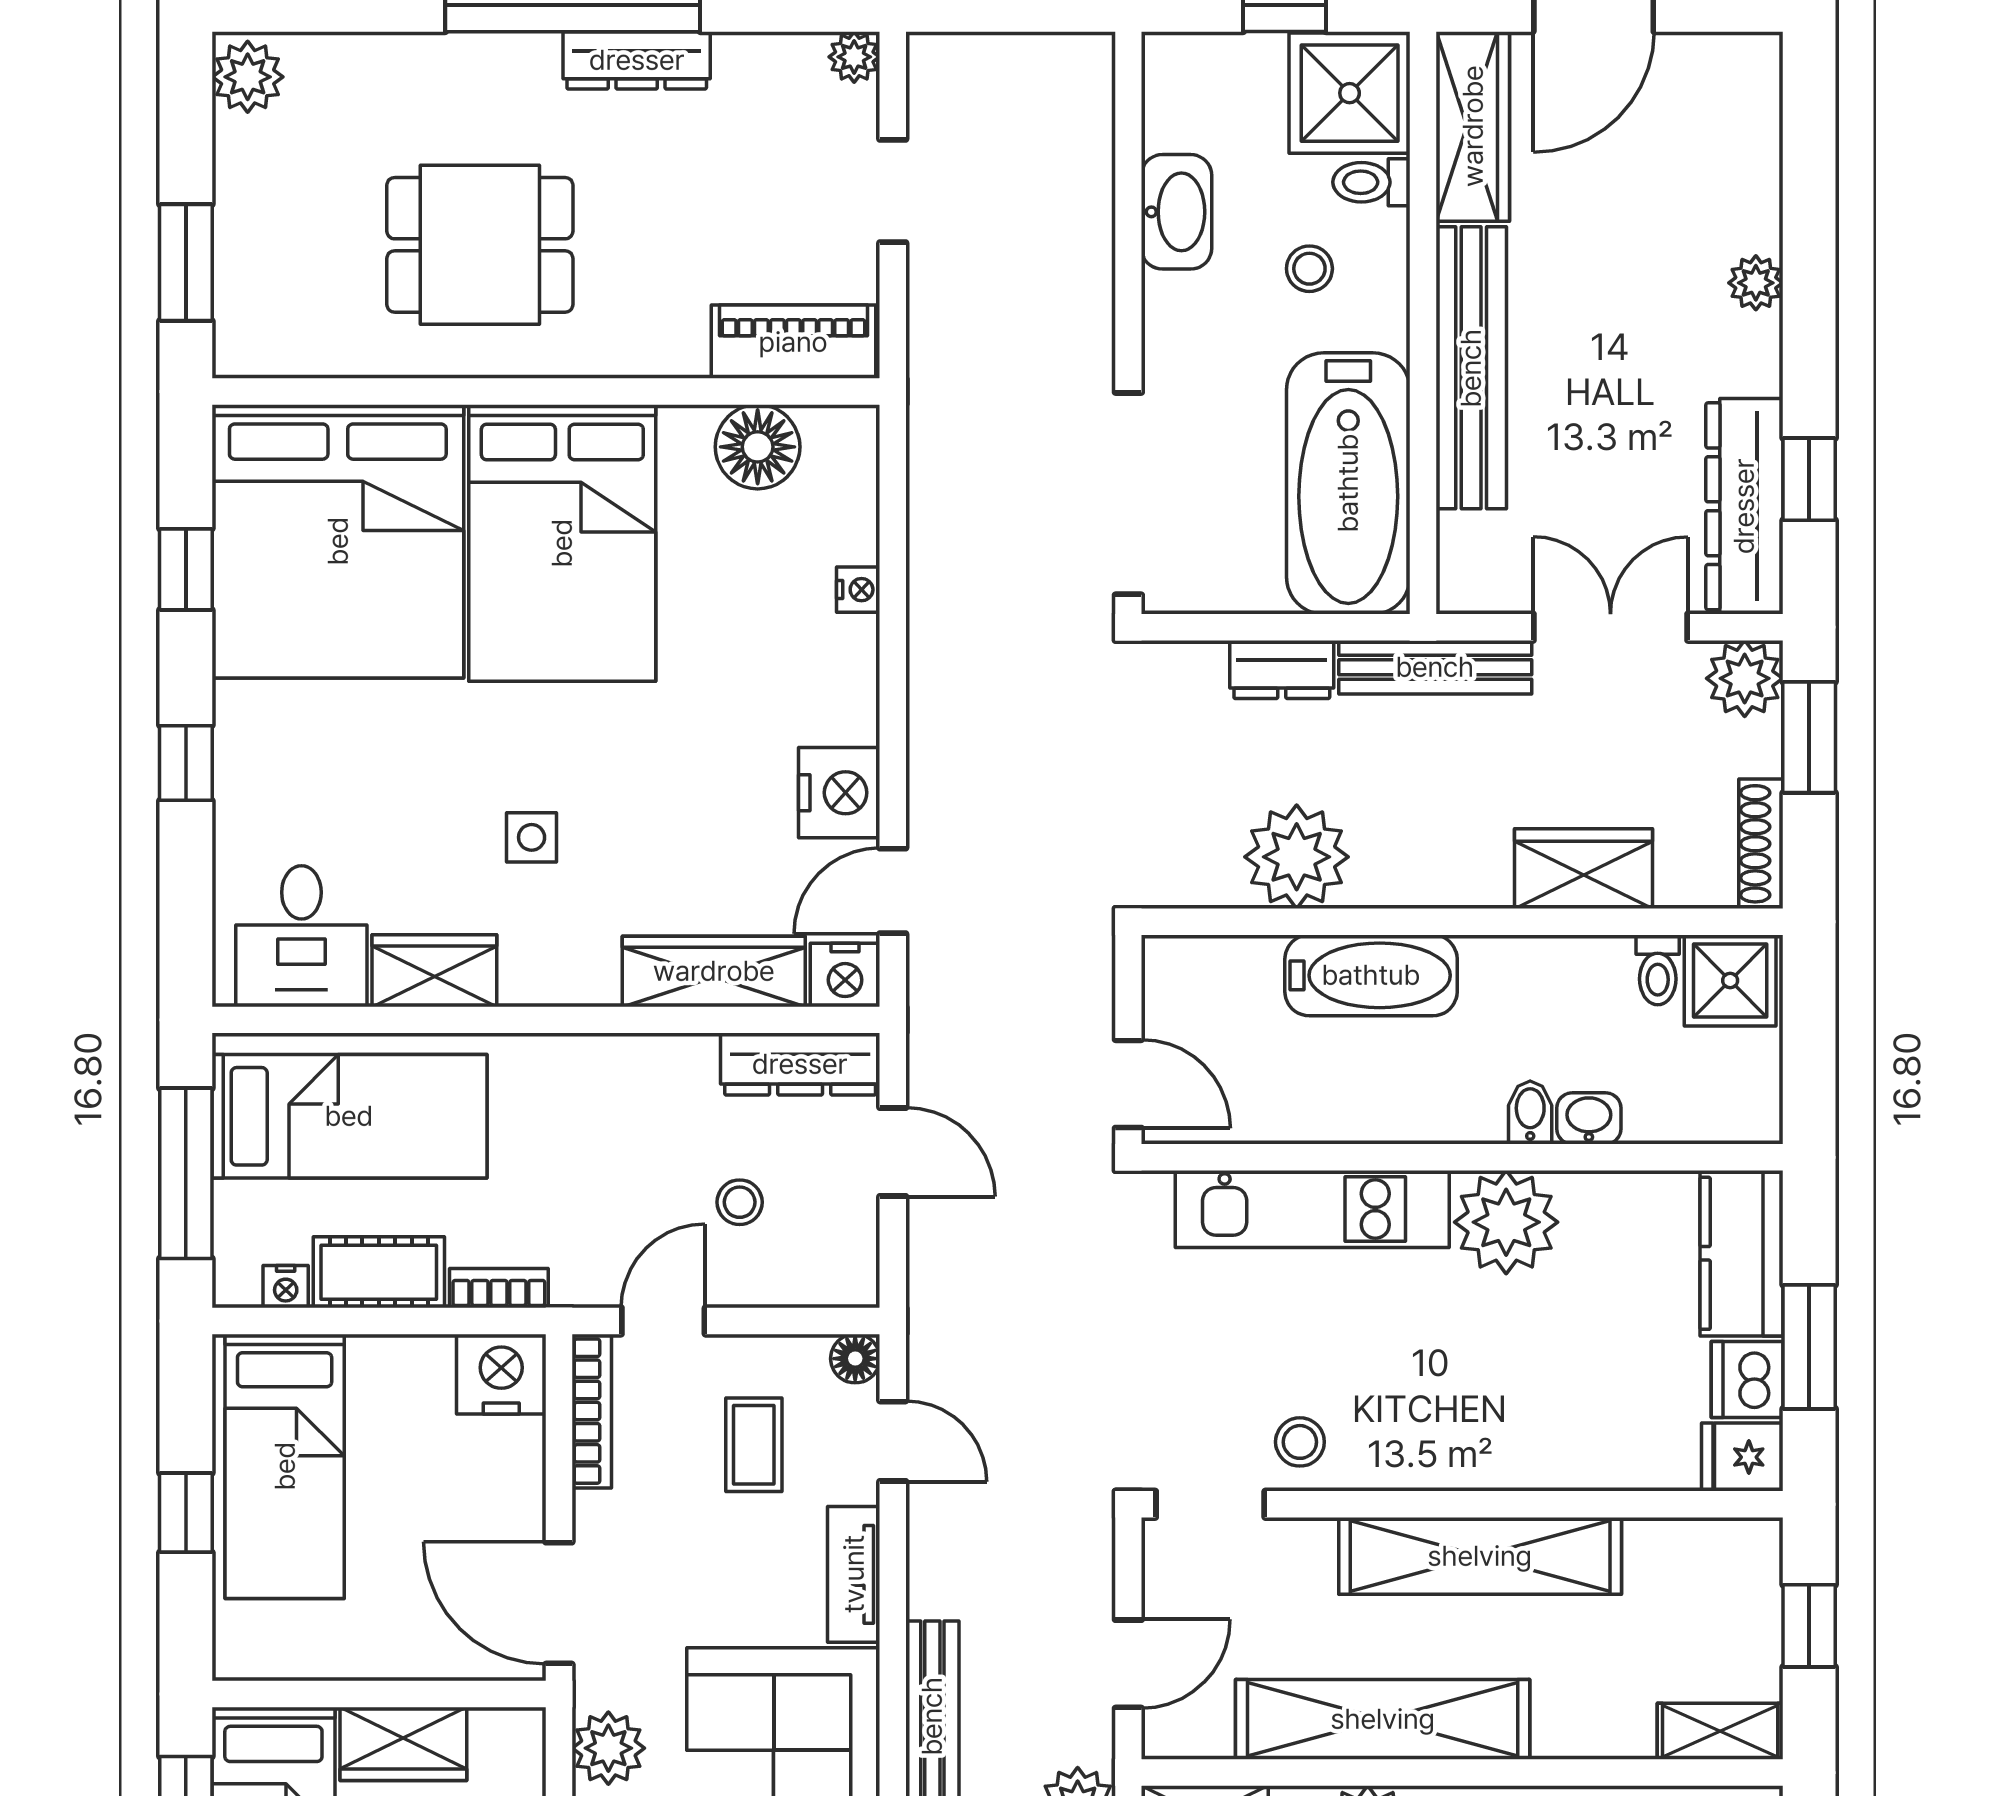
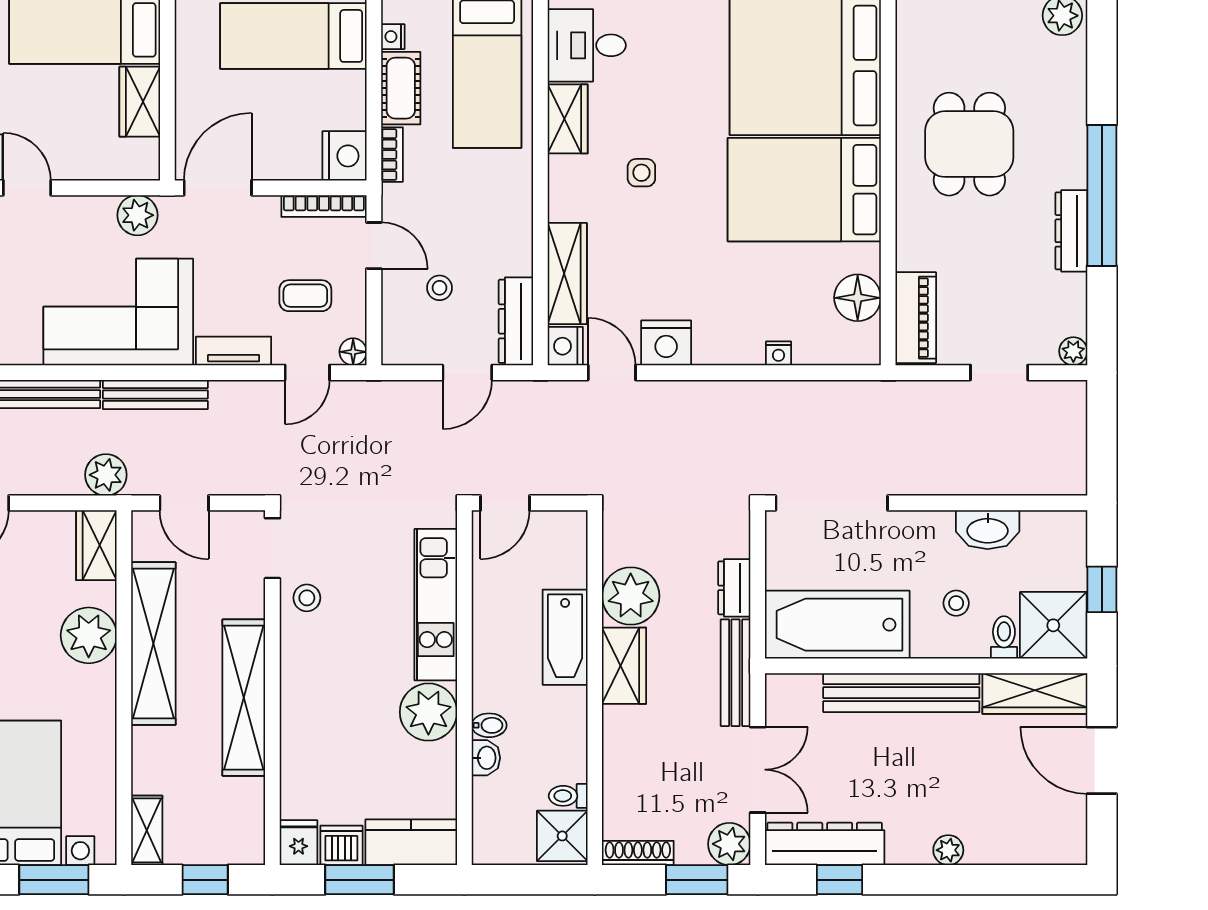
wardrobe: (1584, 869) -> (624, 666), moved

